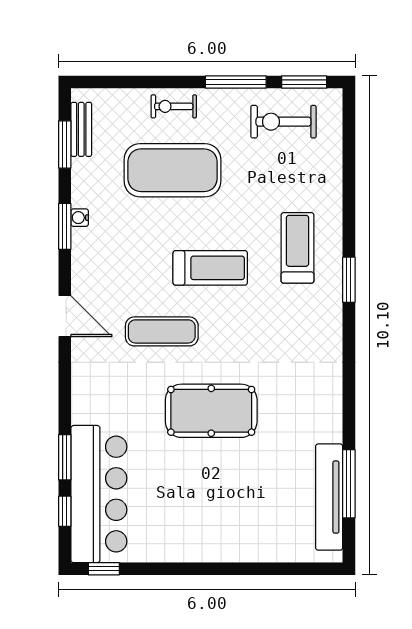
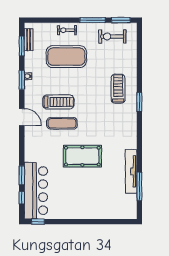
treadmill: (210, 268) -> (58, 102), moved
tv unit: (329, 497) -> (131, 171), moved

